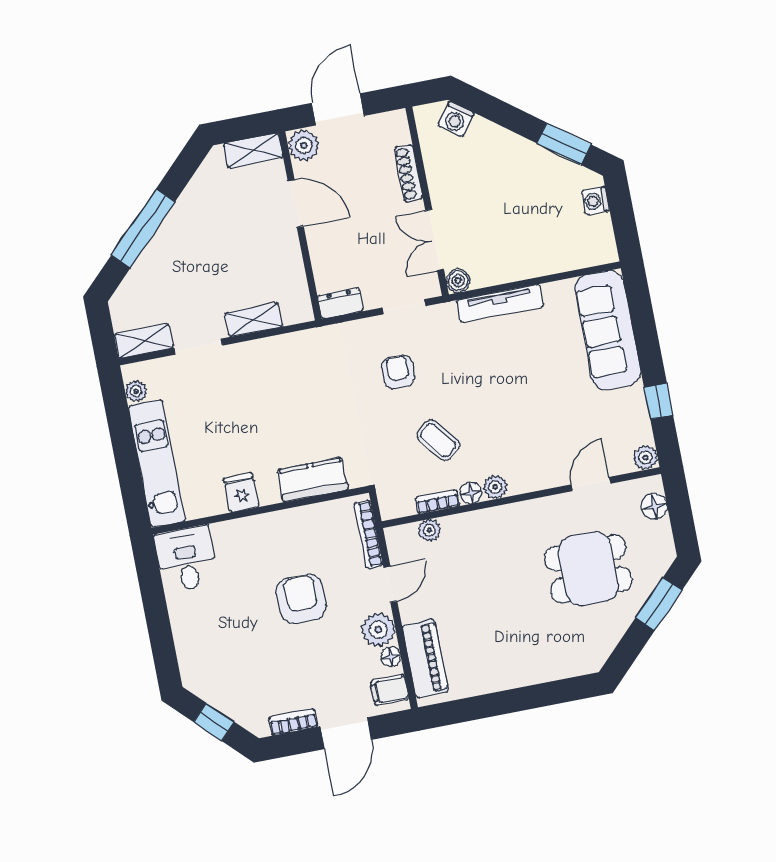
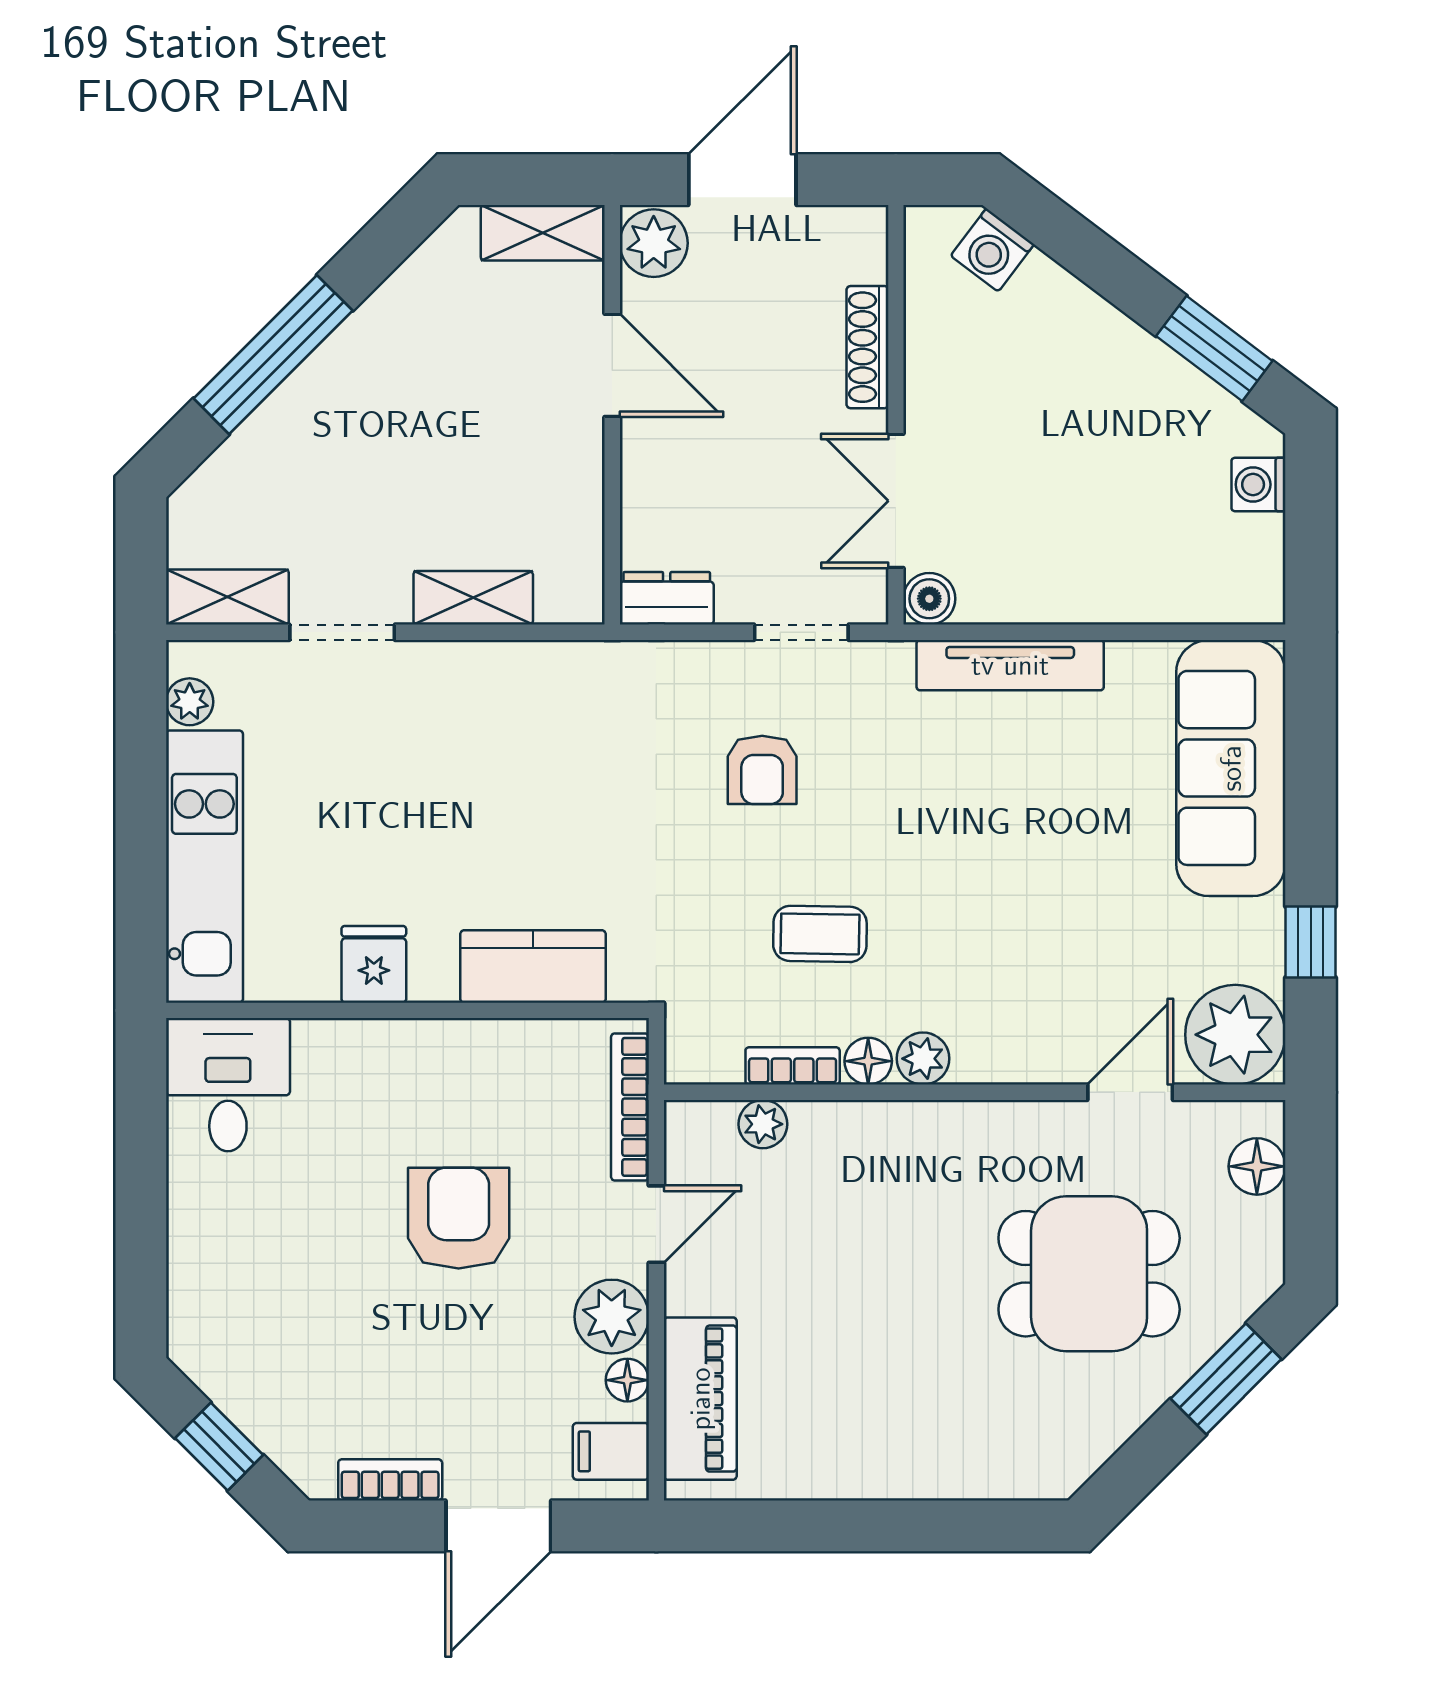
armchair: (398, 372) -> (762, 770), turned 180
coffee table: (438, 440) -> (820, 934), turned -51
plant: (645, 458) -> (1235, 1035), width x1.87, depth x1.87

